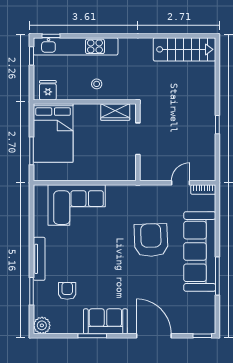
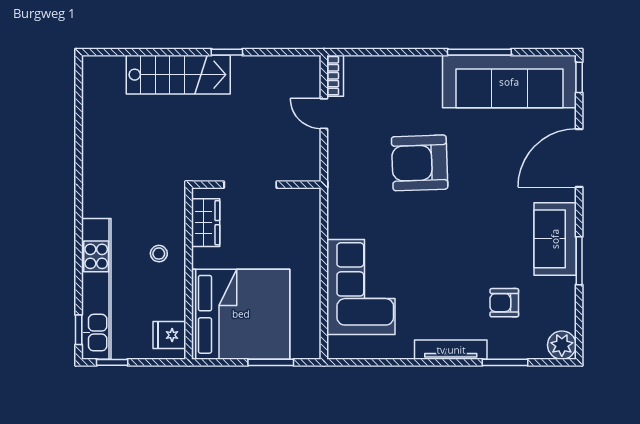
stairs: (185, 49) -> (178, 75), moved, turned 90
bed: (53, 133) -> (241, 314), width x1.36
sofa: (200, 251) -> (509, 82), moved

